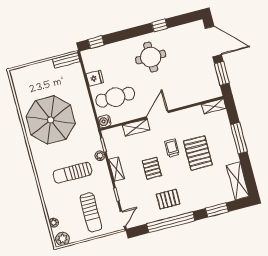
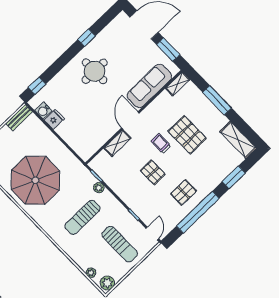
sofa: (189, 95) -> (149, 86), added
cafe table: (115, 97) -> (83, 126), removed
water cooler: (104, 121) -> (43, 111), moved
shelving: (116, 169) -> (121, 191), removed

